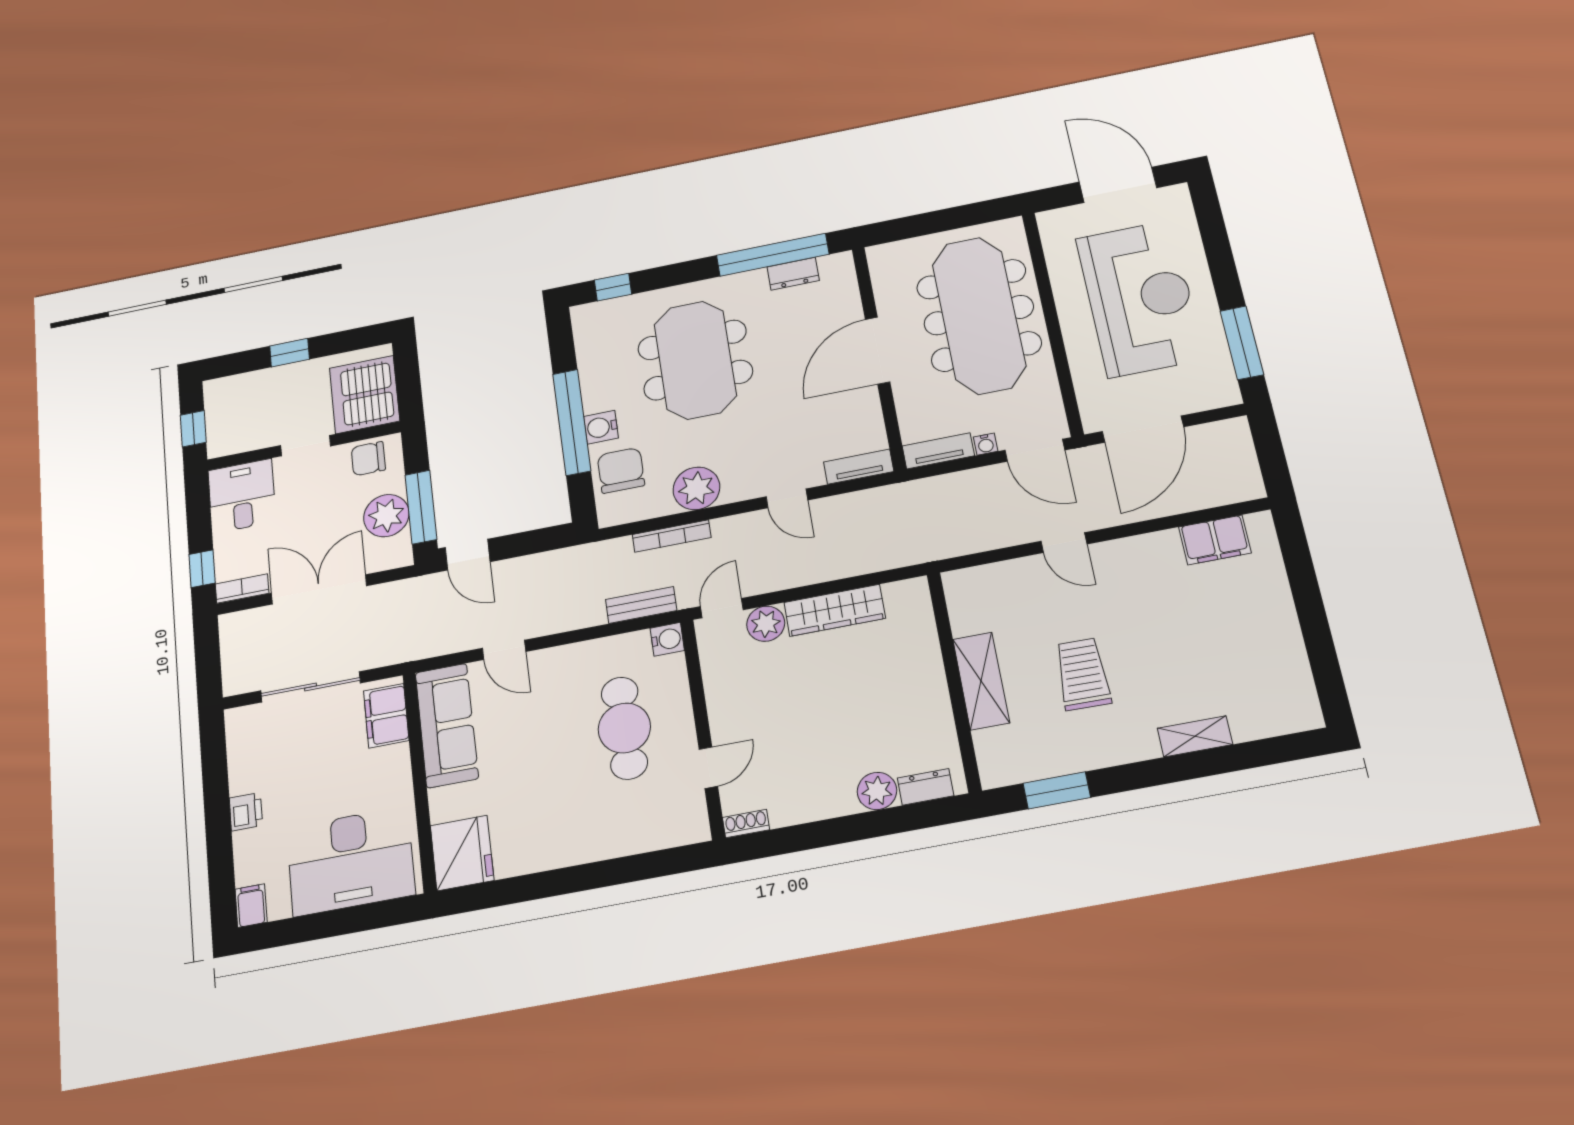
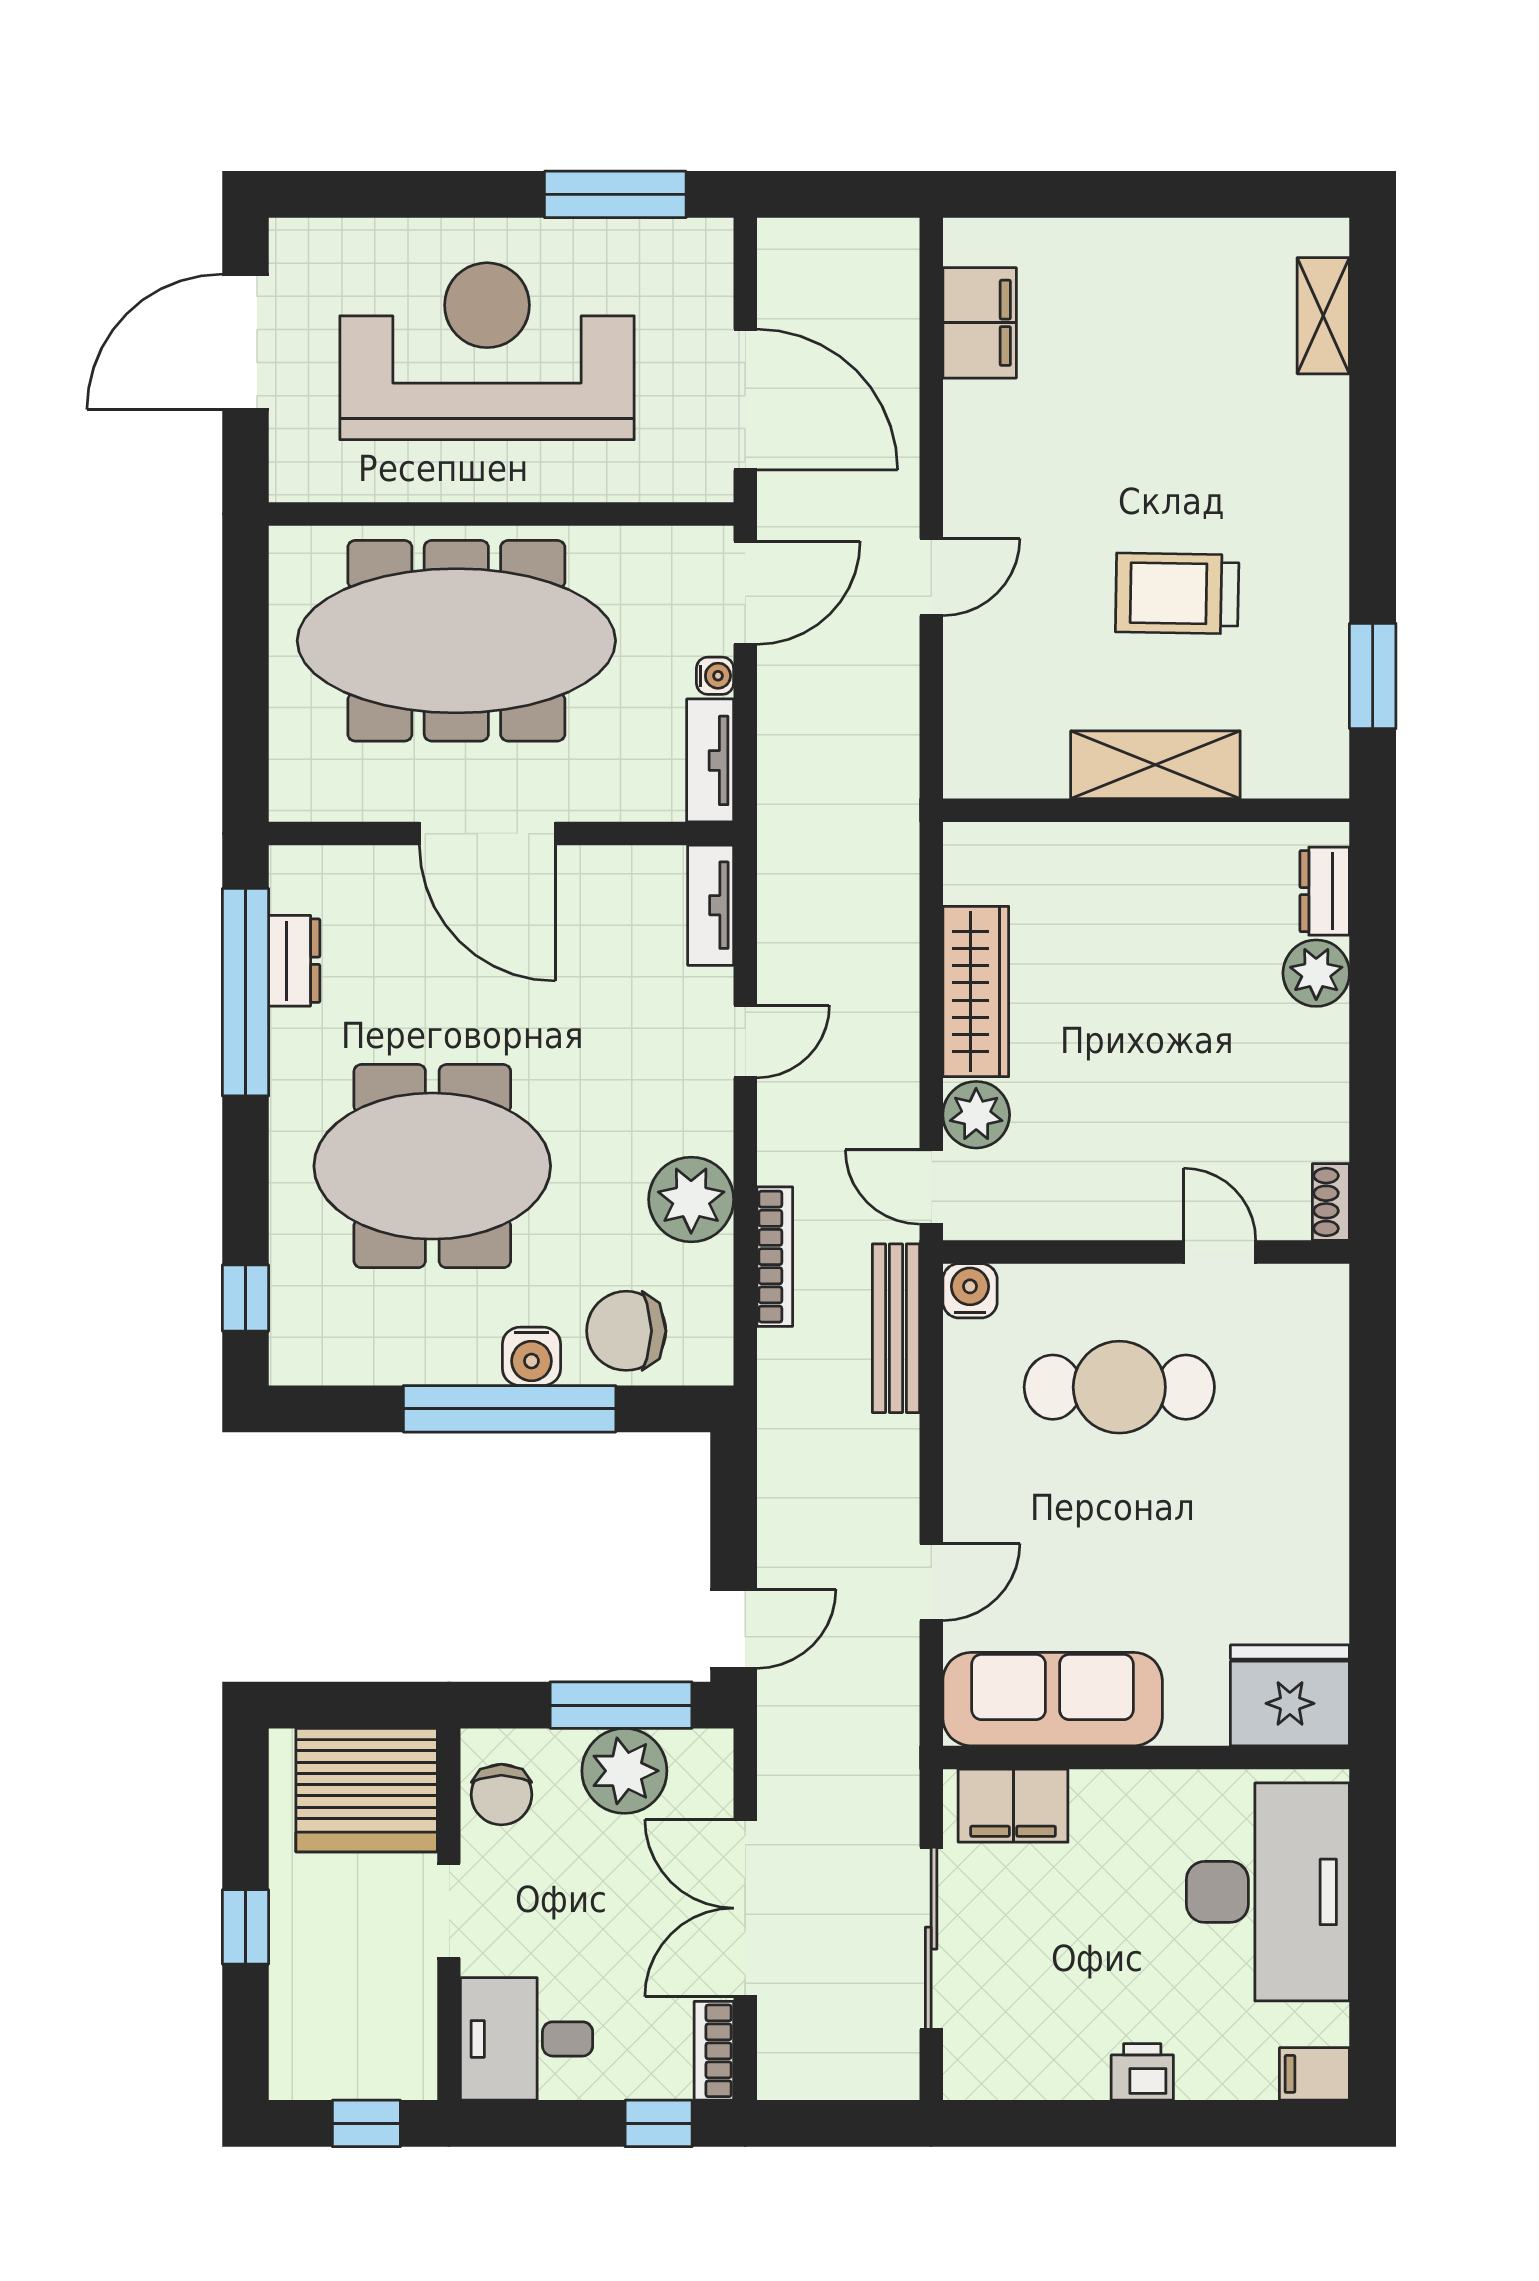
bench: (641, 605) -> (896, 1328), width x1.36
shelving: (1195, 736) -> (1323, 316), moved

